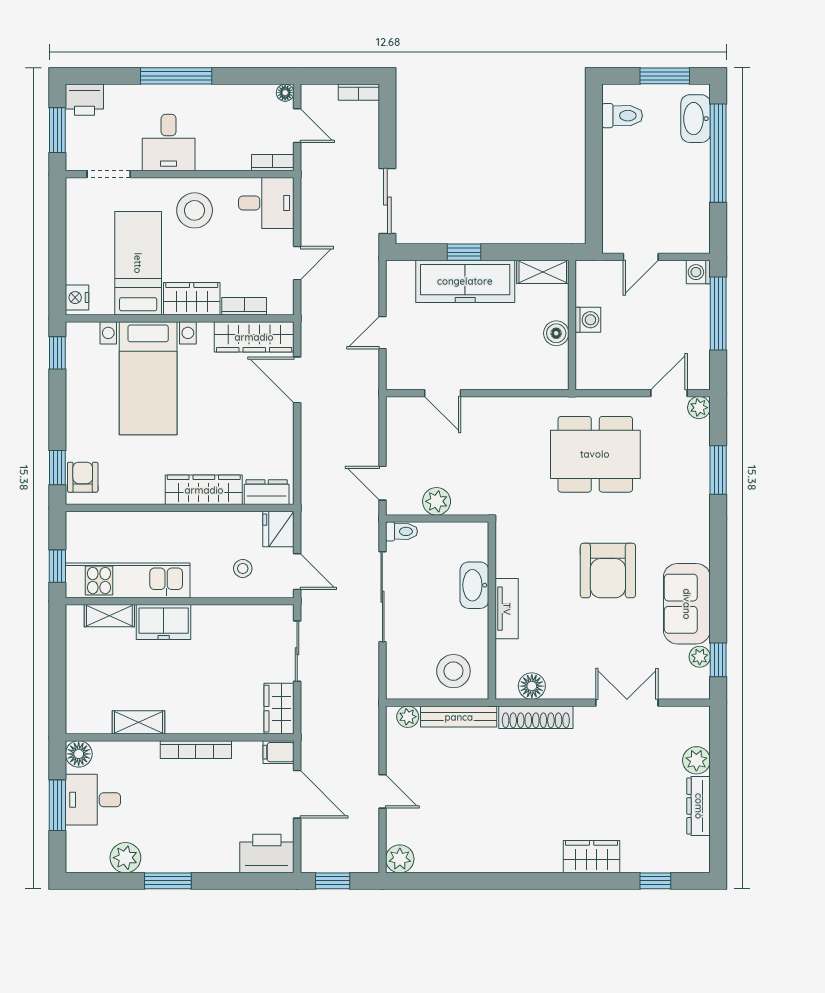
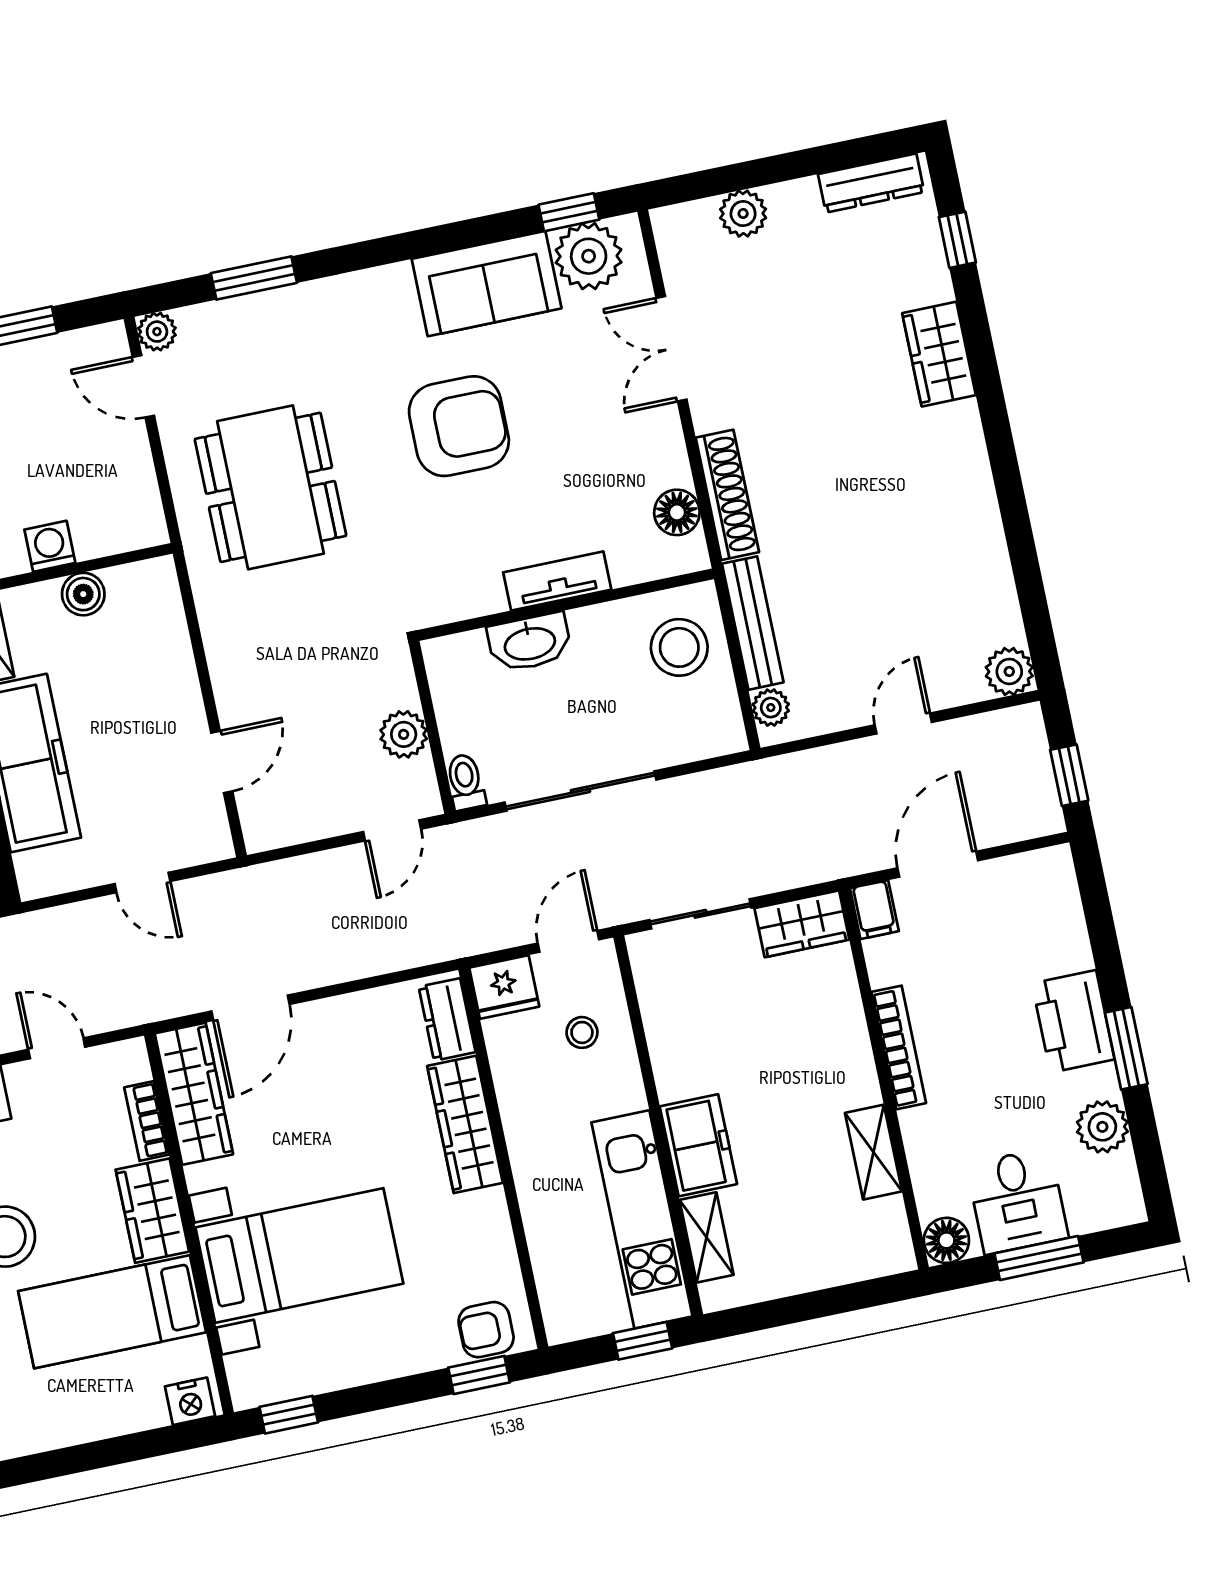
plant: (700, 657) -> (589, 256), width x1.87, depth x1.87
dresser: (699, 806) -> (871, 183), moved
printer: (267, 854) -> (1073, 1021), moved

